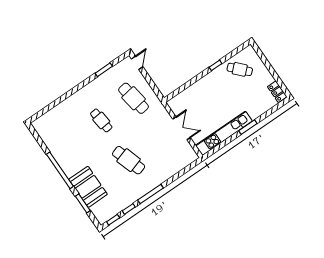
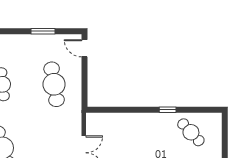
door: (137, 63) -> (84, 48), swing flipped

